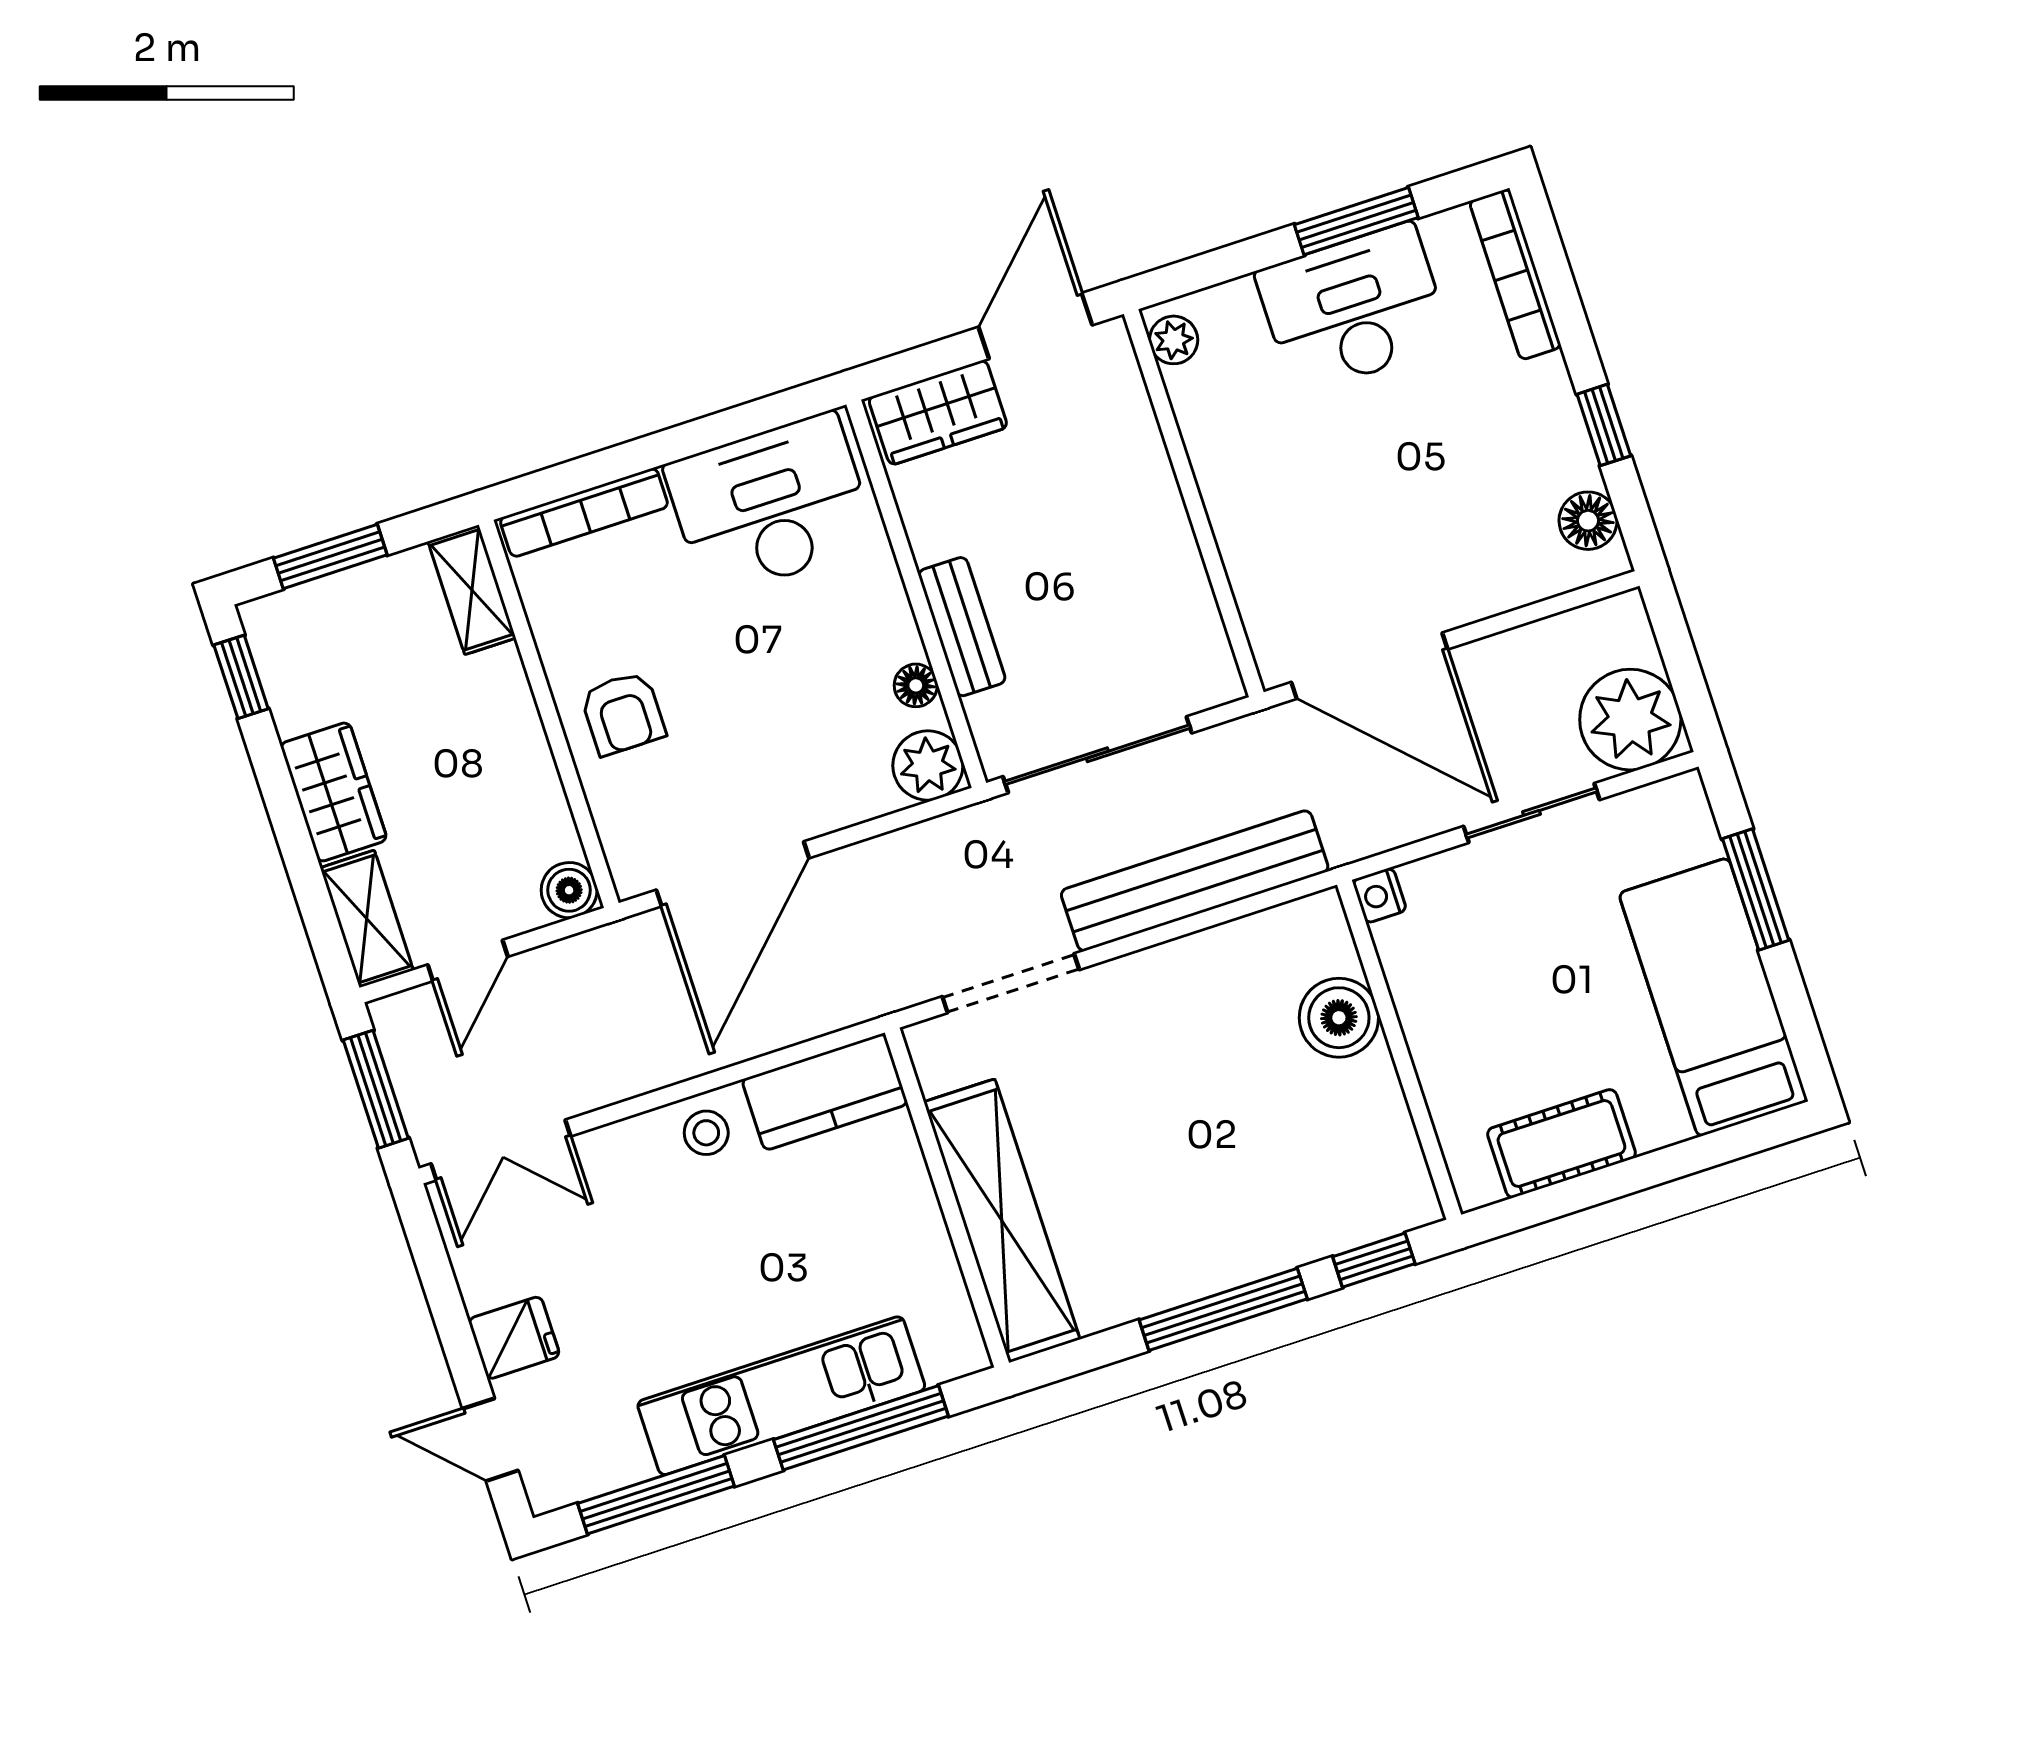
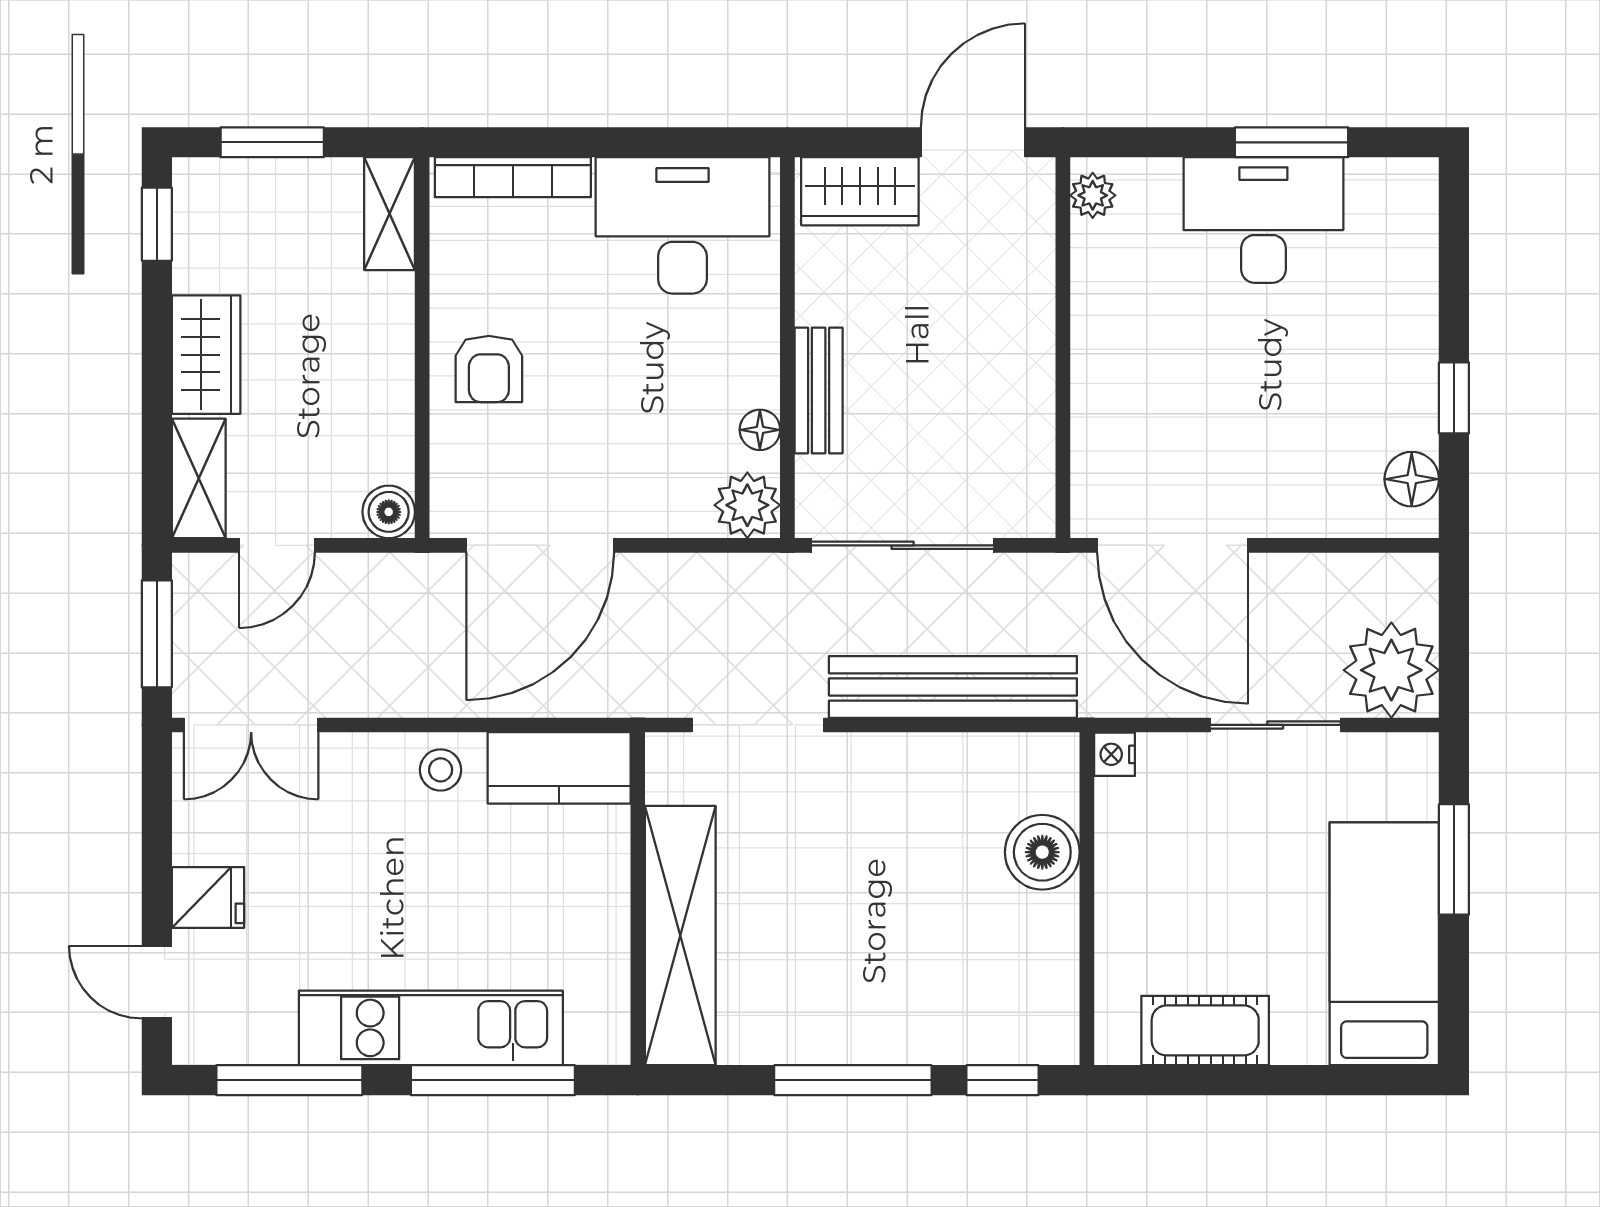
bookcase: (1515, 274) -> (1419, 237), removed

